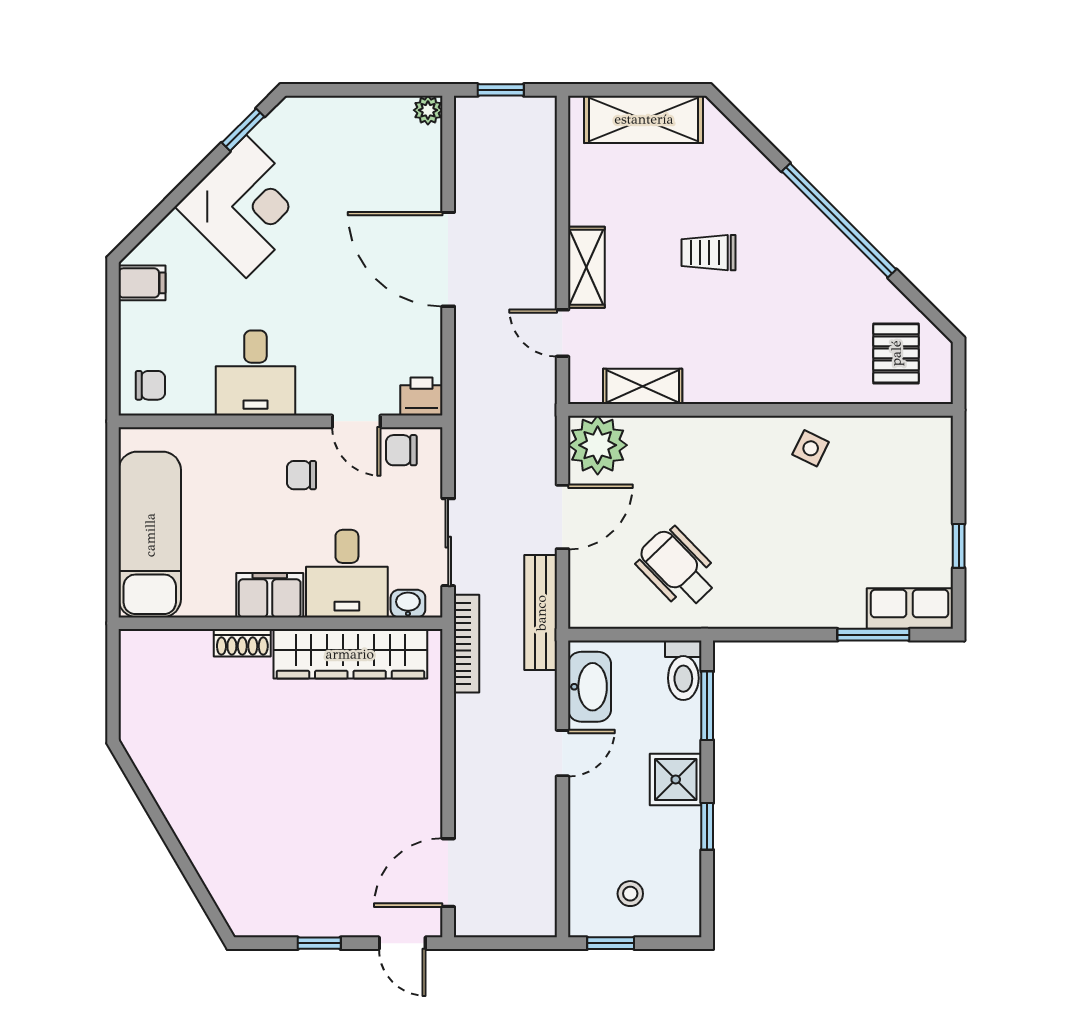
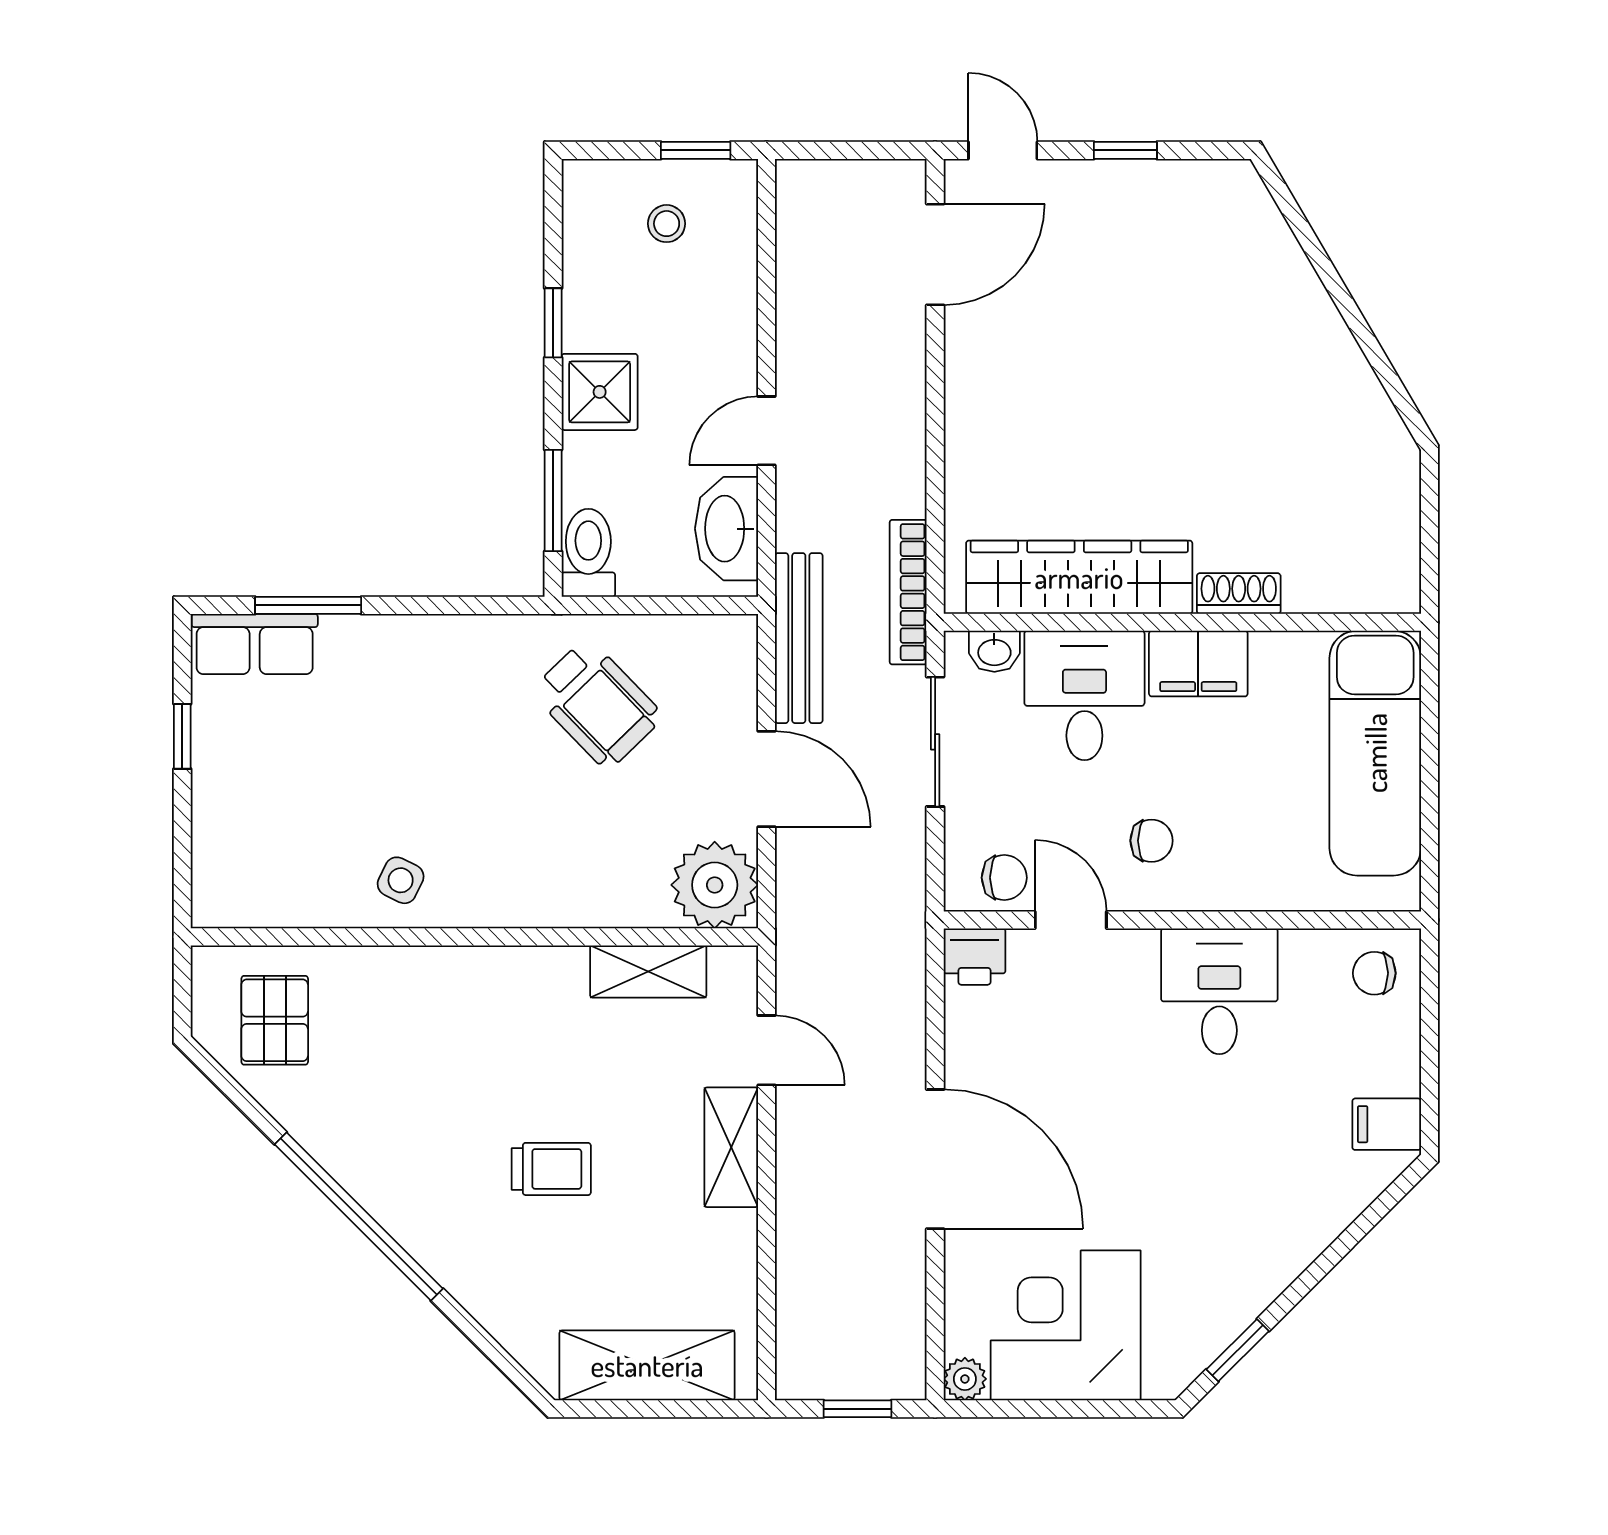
corner desk: (246, 207) -> (1066, 1325), moved, turned 45
door: (562, 517) -> (767, 779), swing flipped

